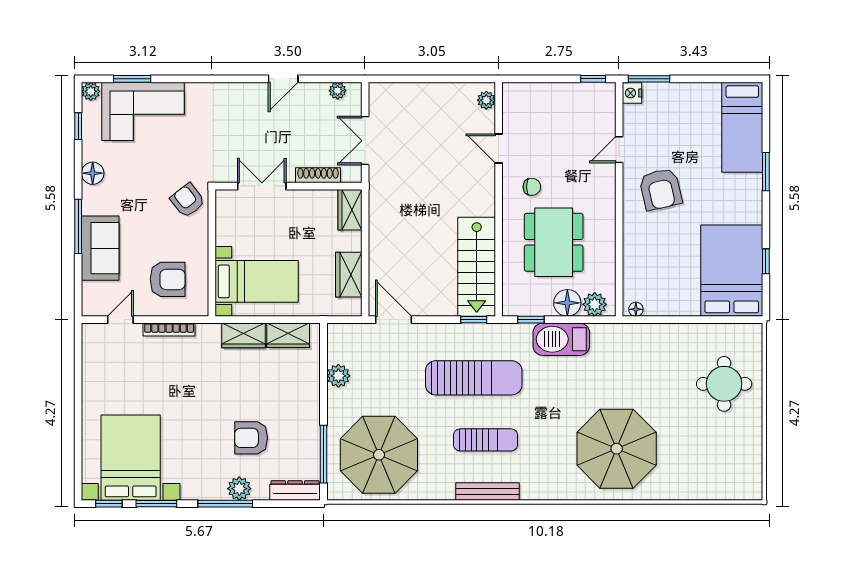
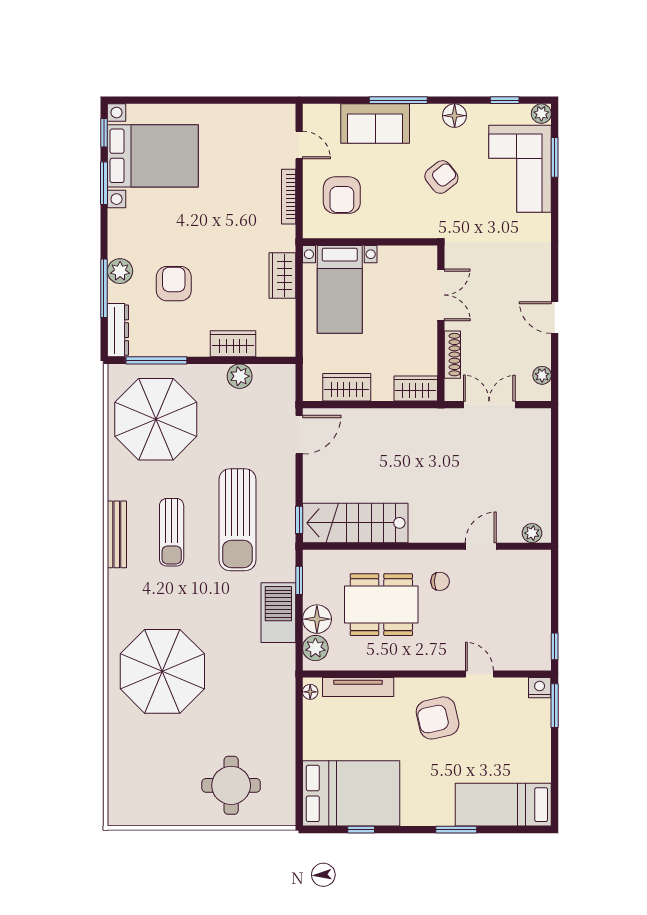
chair: (532, 187) -> (440, 581), turned -90
armchair: (187, 200) -> (441, 177), moved
tv unit: (631, 264) -> (358, 687), added
wardrobe: (288, 335) -> (233, 344), moved, turned 90
window: (225, 504) -> (104, 288), moved

